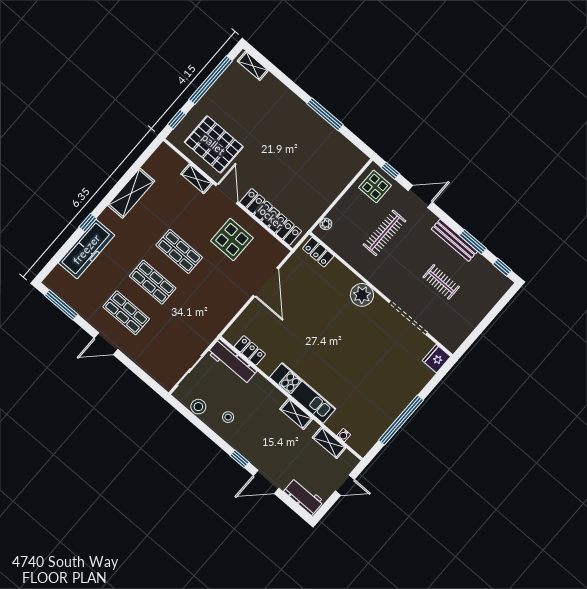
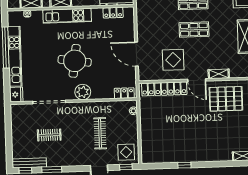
window: (325, 114) -> (184, 165), width x0.46
bench: (454, 240) -> (29, 163), moved
round table: (340, 337) -> (75, 61), added
kitchen unit: (400, 401) -> (15, 56), added

